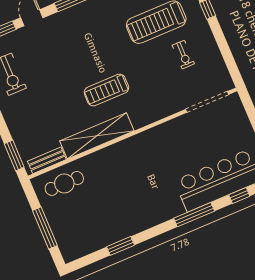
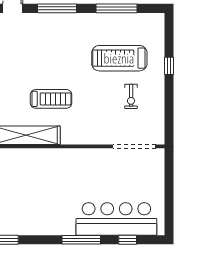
treadmill: (106, 90) -> (51, 99), turned 180

